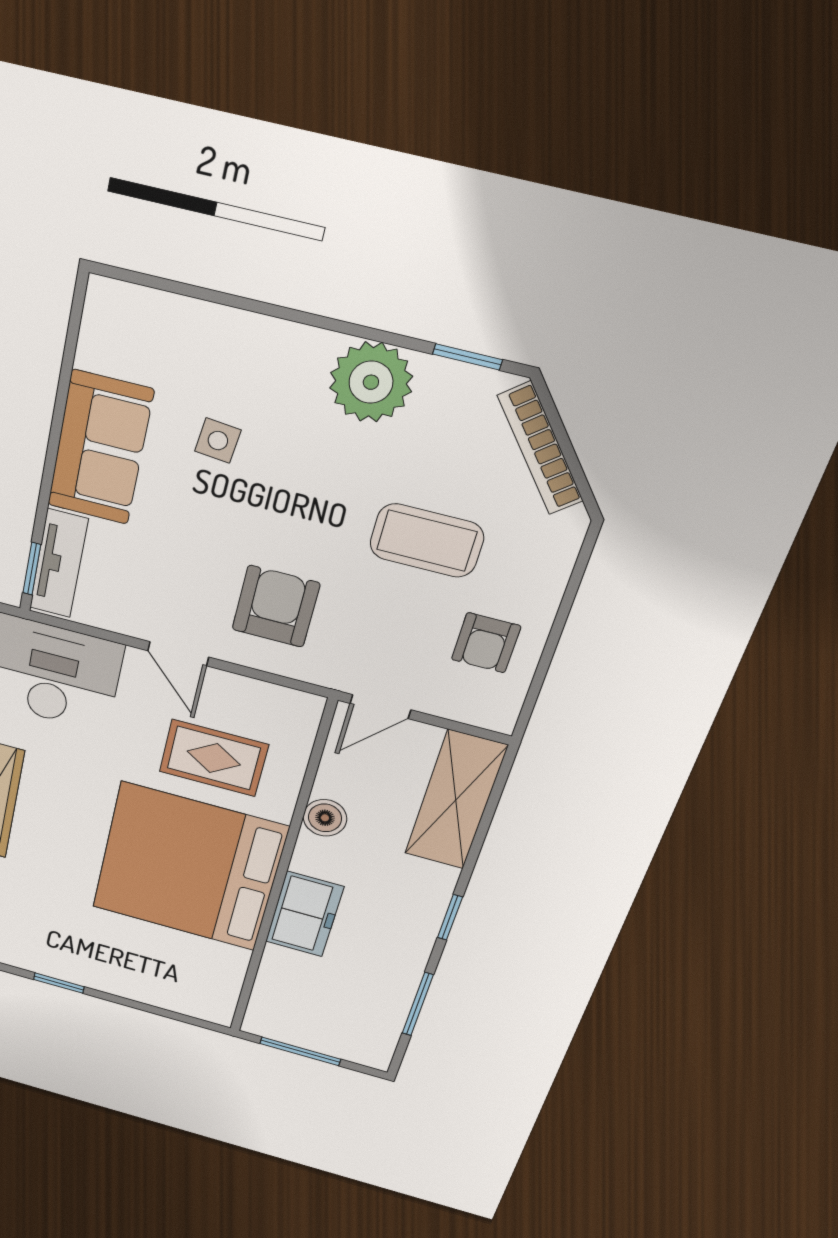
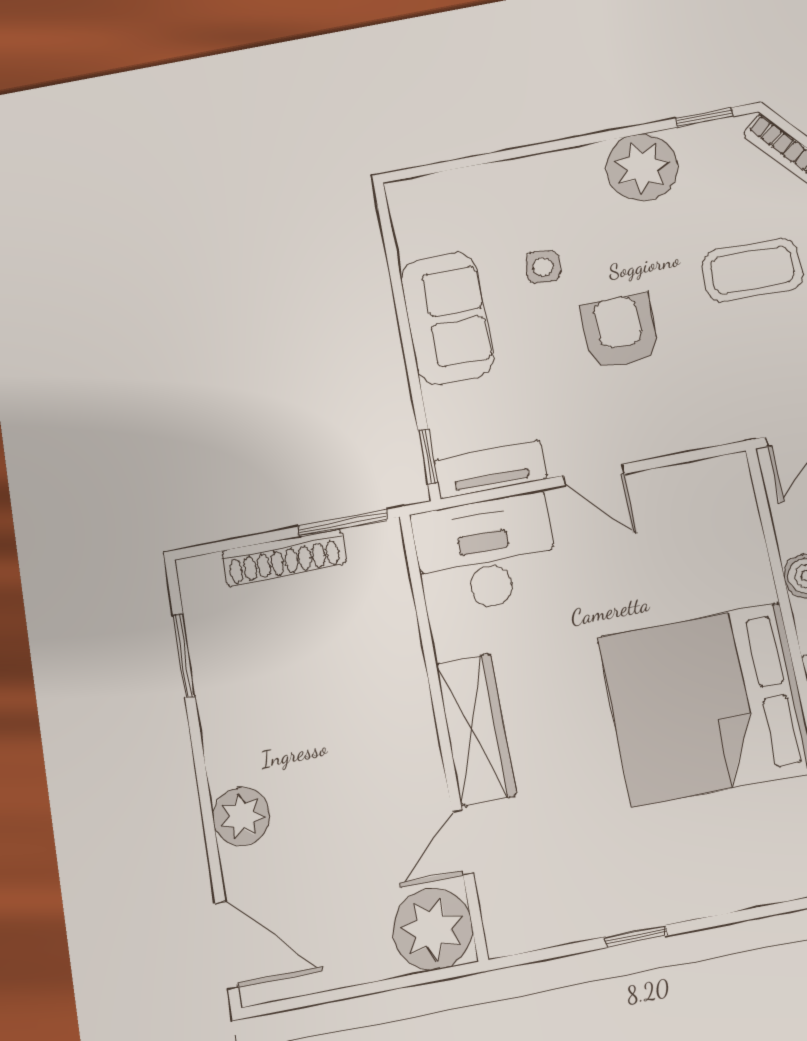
tv unit: (59, 564) -> (490, 469), moved, turned -90
armchair: (276, 606) -> (620, 331), moved
rug: (214, 758) -> (674, 566), removed

